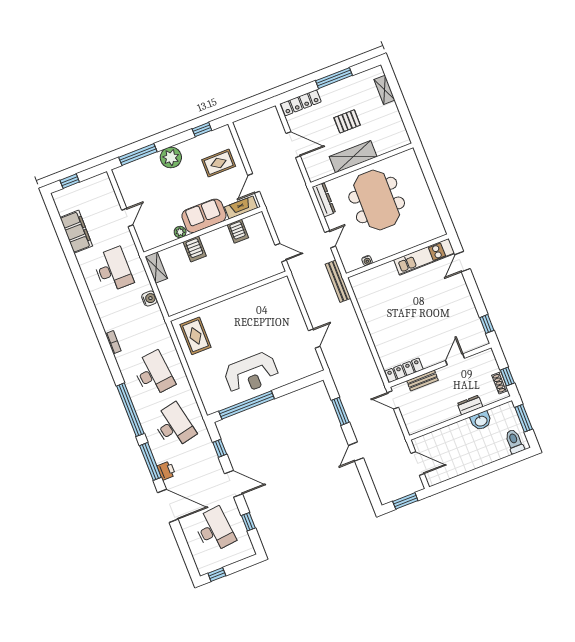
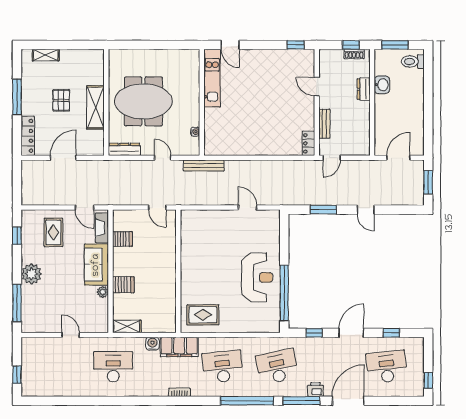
filing cabinet: (76, 232) -> (179, 347), moved, turned 180
door: (281, 253) -> (157, 208), swing flipped
locker: (404, 370) -> (308, 143), width x0.66

